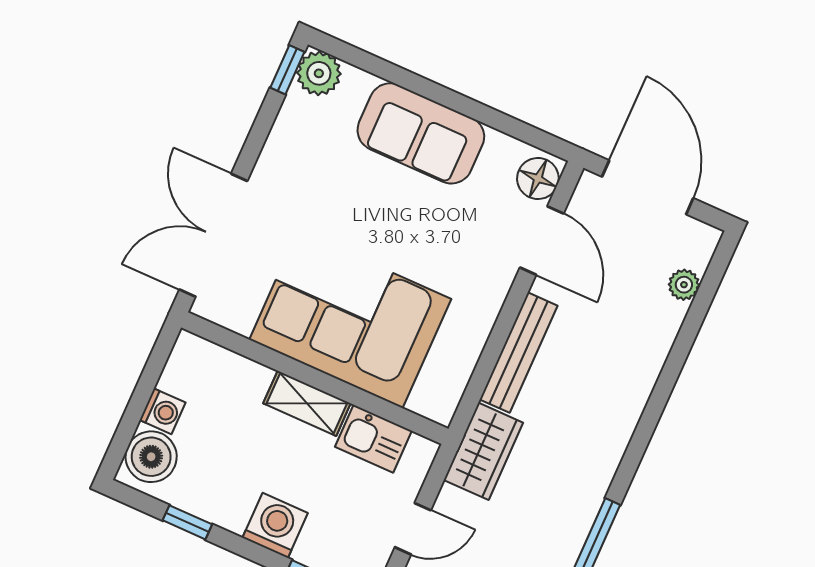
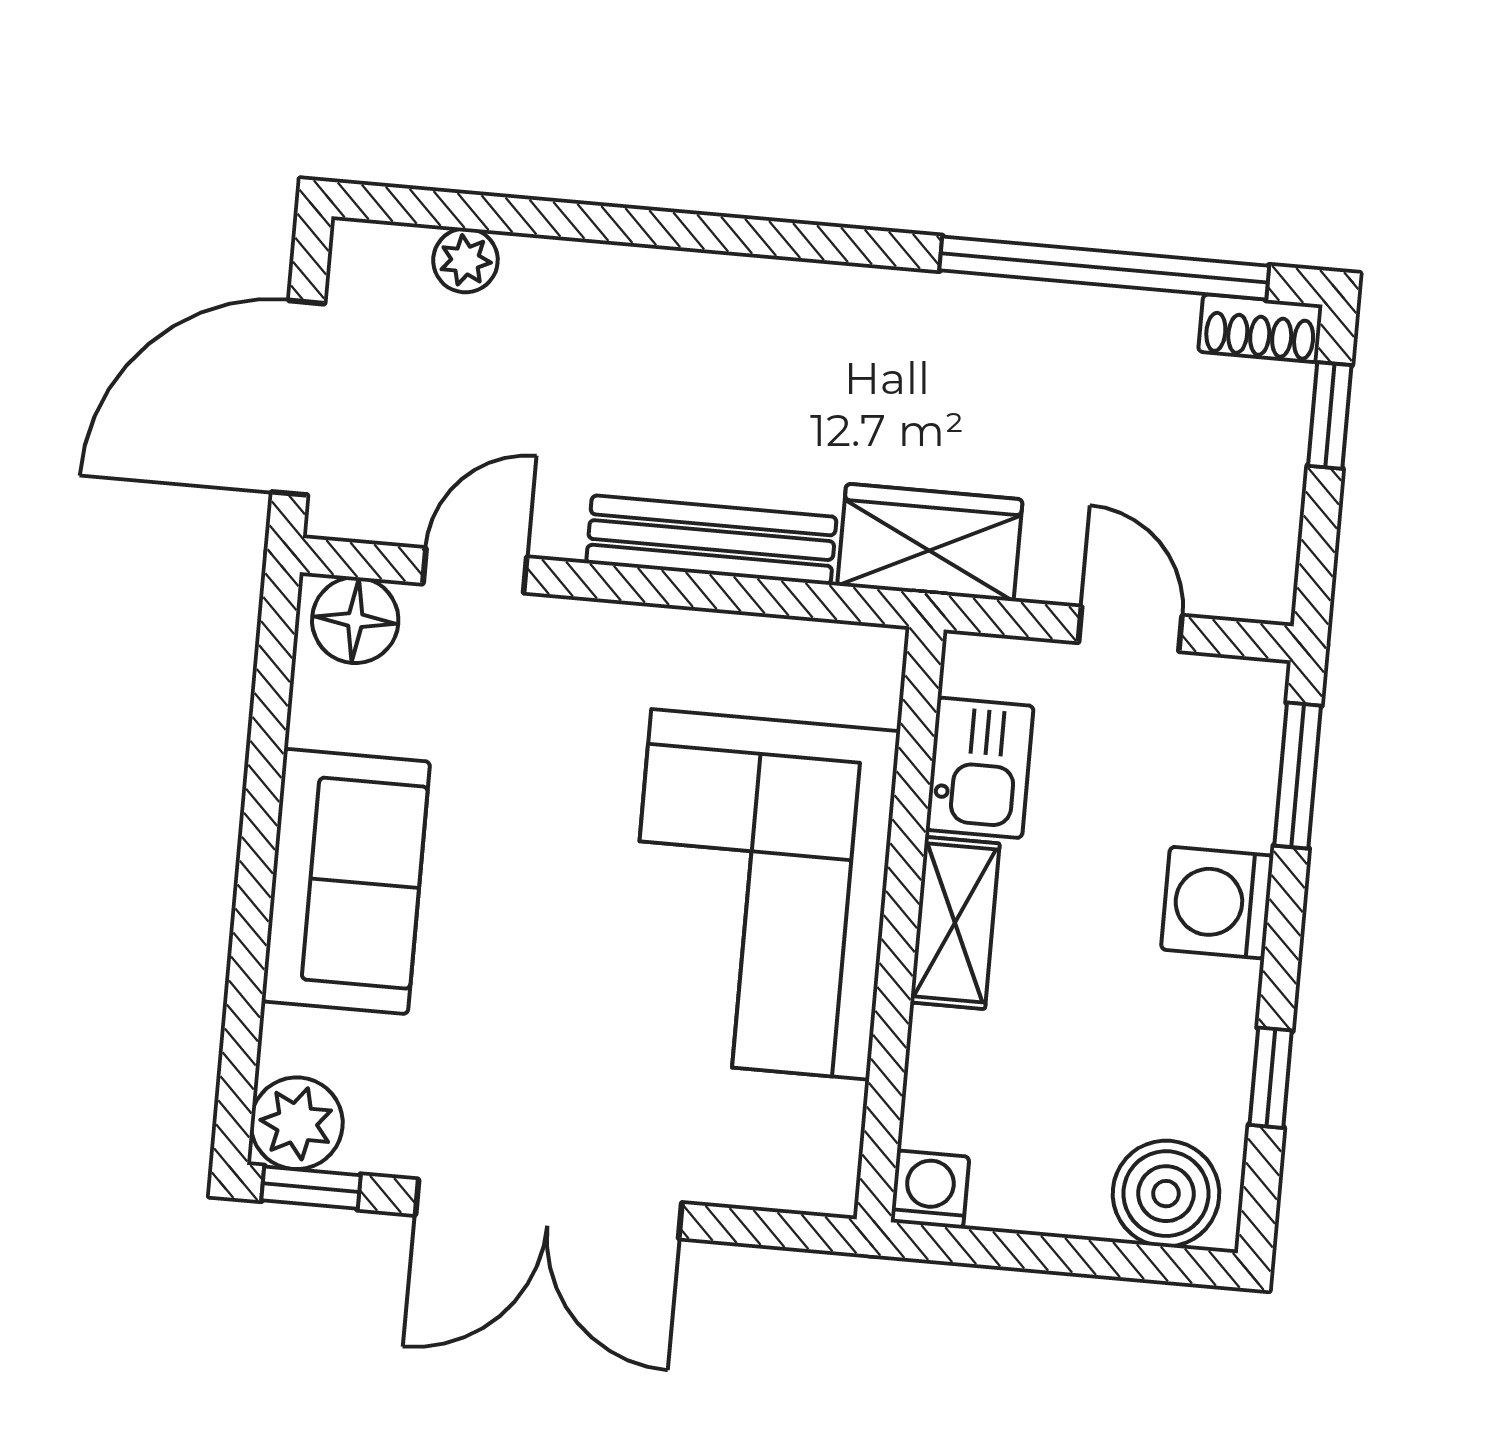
double door: (213, 235) -> (549, 1209), moved
door: (542, 240) -> (475, 570), width x0.73
washing machine: (163, 411) -> (930, 1189), moved

